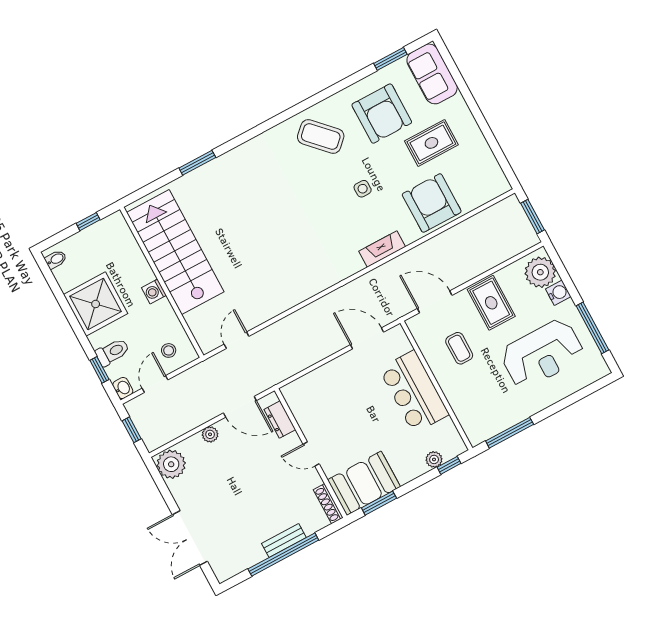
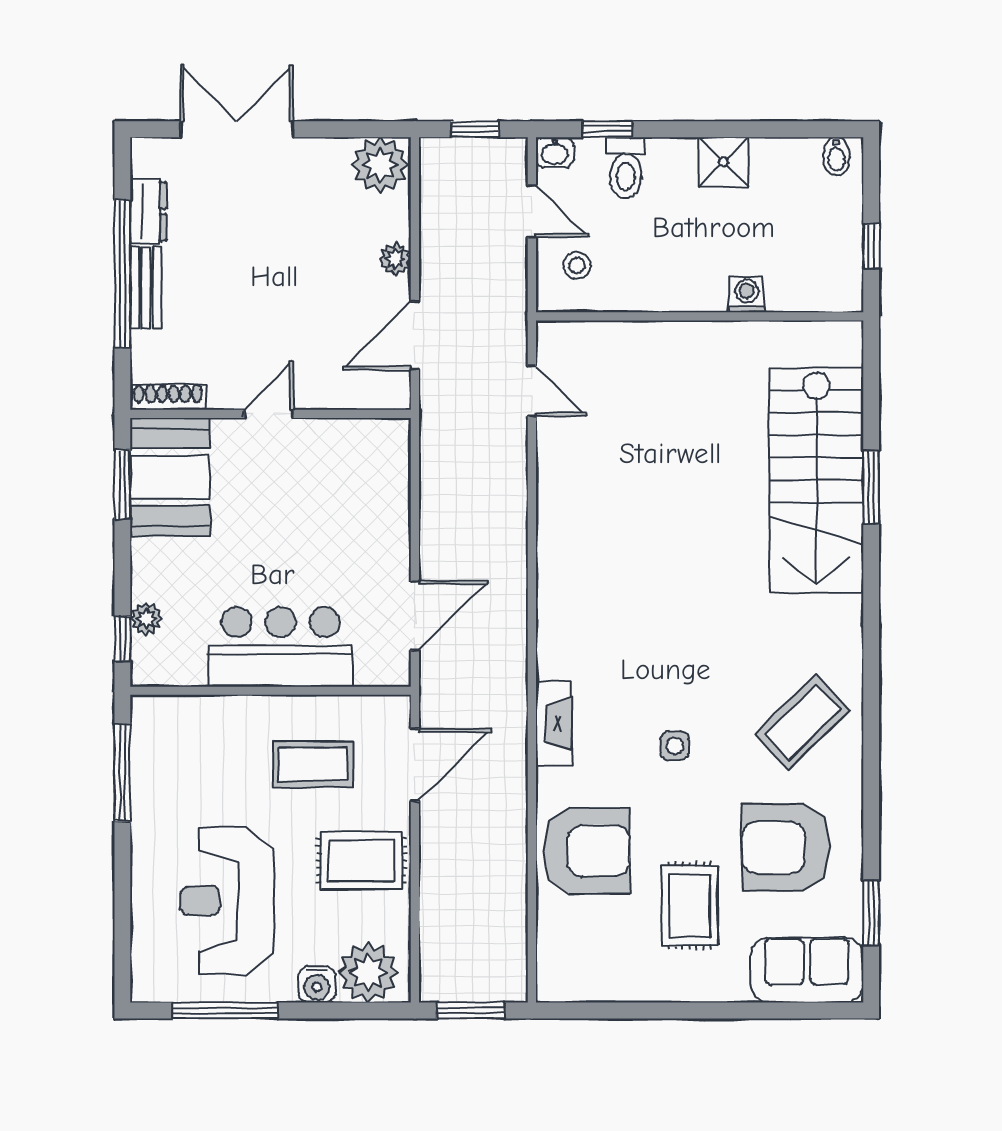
stairs: (175, 252) -> (816, 480), moved, turned 90
washing machine: (154, 292) -> (747, 294), moved
shower: (96, 304) -> (723, 162), width x0.54, depth x0.54
coffee table: (459, 348) -> (313, 764), width x1.36, depth x1.30
dresser: (280, 419) -> (148, 211), moved, turned 90

